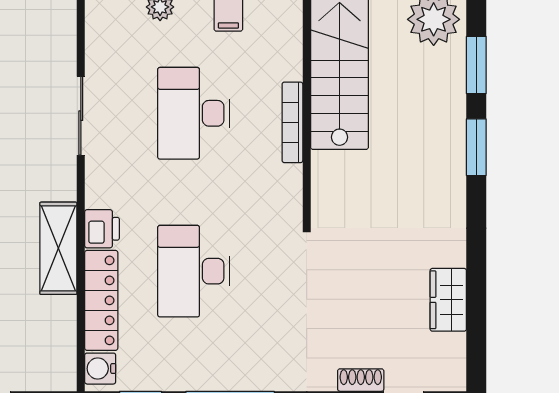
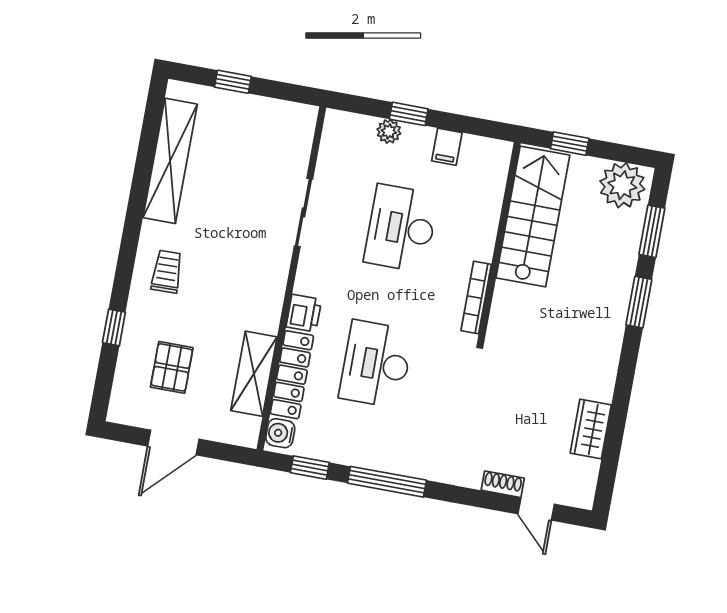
bookcase: (292, 122) -> (476, 297), moved
shelving: (58, 248) -> (254, 374), moved

